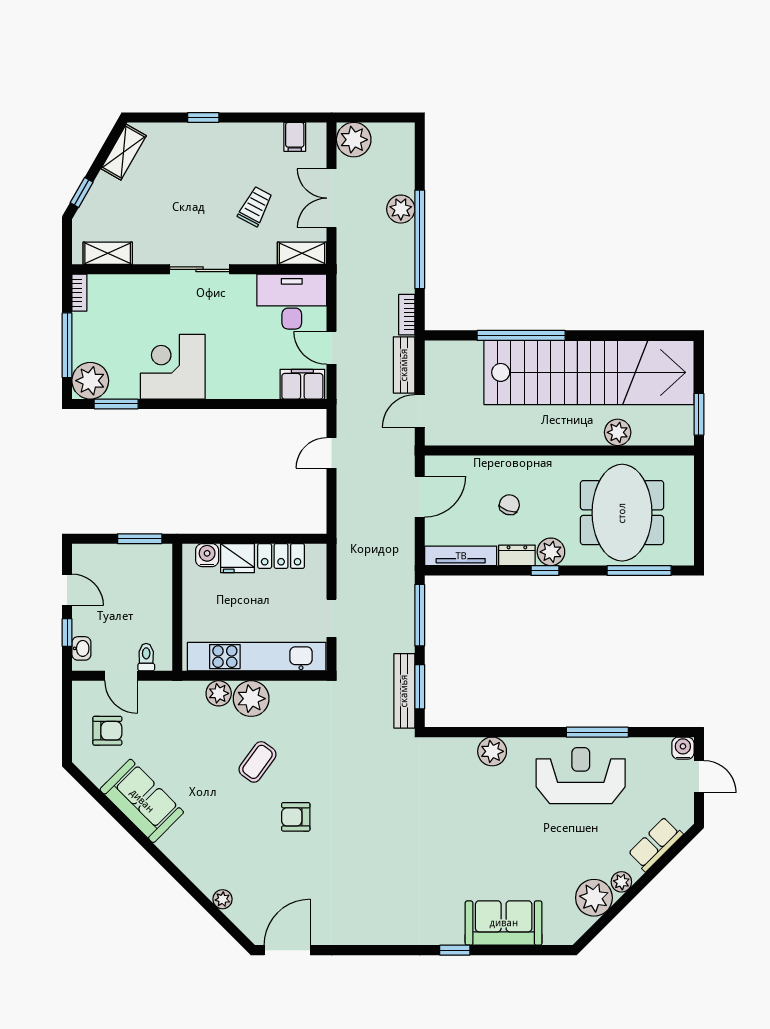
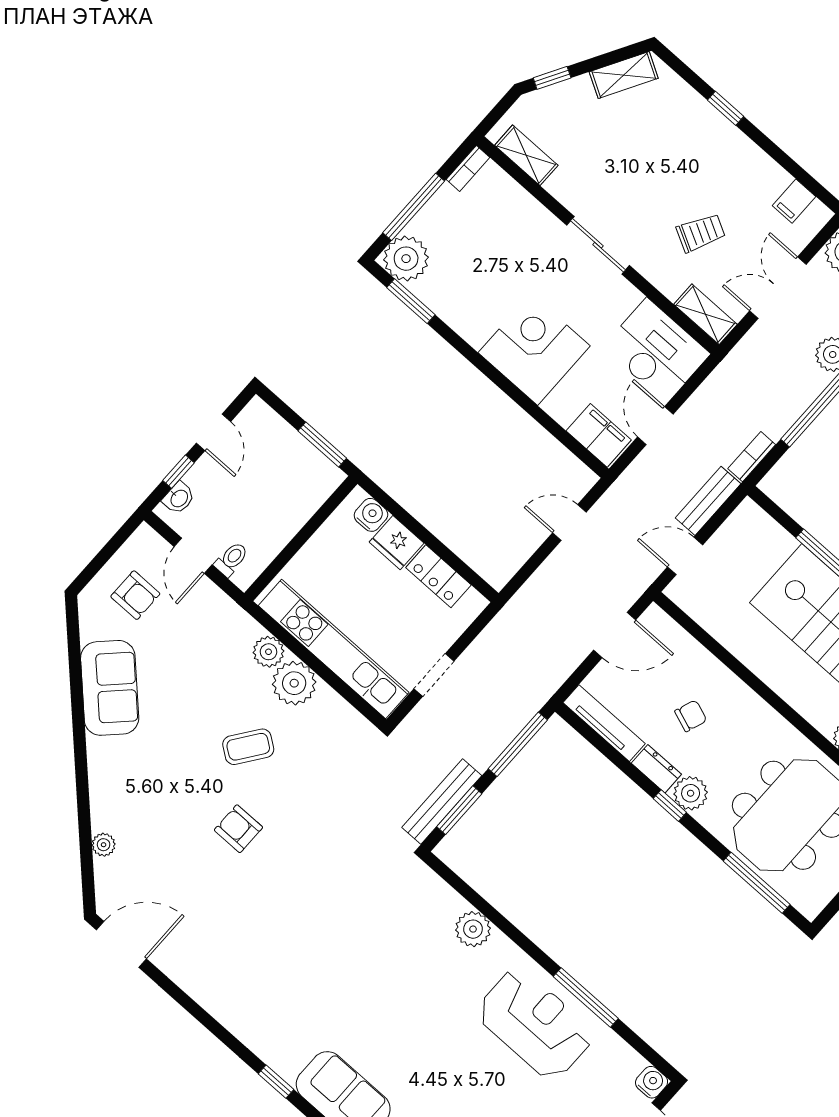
corner desk: (173, 367) -> (534, 349), moved

